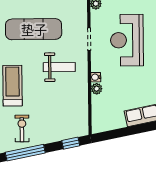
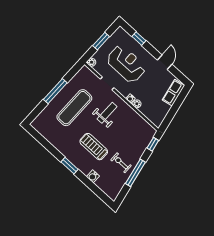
reception desk: (127, 40) -> (126, 64), turned 180

